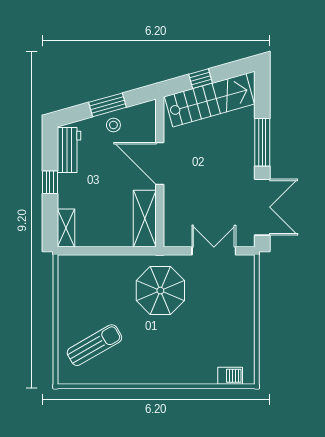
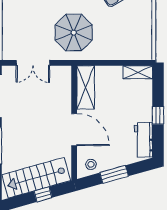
stool: (113, 125) -> (91, 164), moved
shelving: (66, 228) -> (138, 72), moved, turned 90

